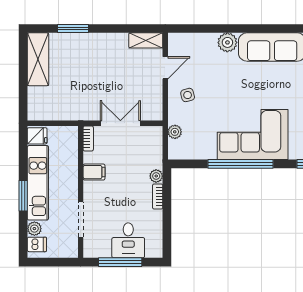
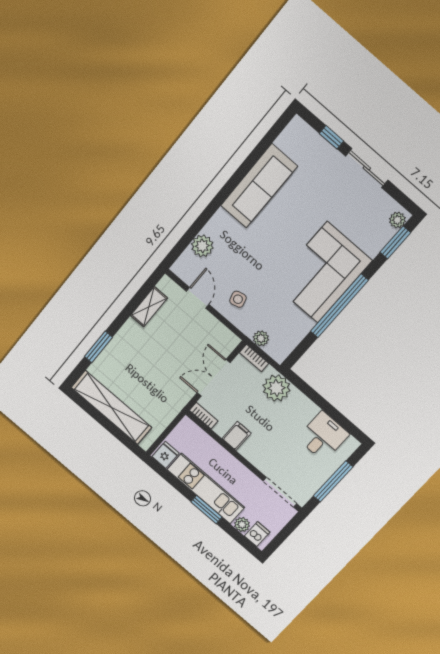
shelving: (146, 40) -> (149, 307), moved
plant: (227, 42) -> (202, 246), moved
shelving: (38, 59) -> (111, 407), width x1.47
plant: (156, 176) -> (276, 388), width x1.88, depth x1.88
bookcase: (158, 197) -> (254, 358), moved
doorway: (81, 220) -> (280, 492), moved
desk: (128, 240) -> (323, 436), moved, turned -90

